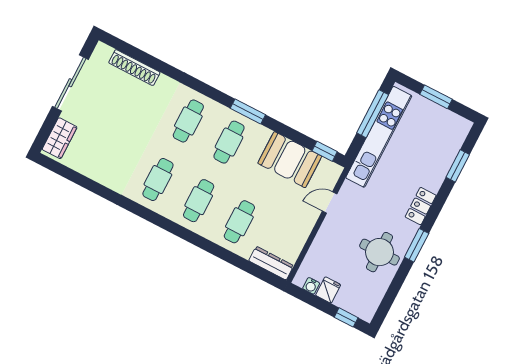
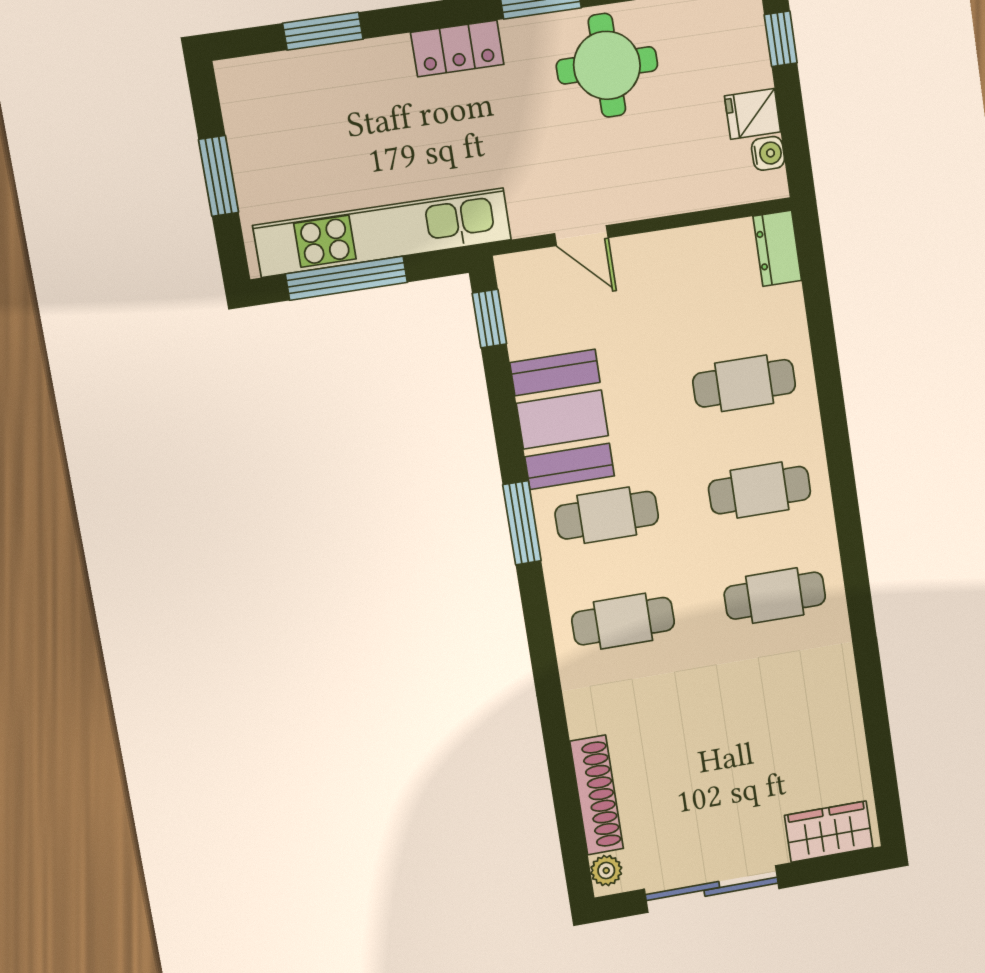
plant: (105, 51) -> (606, 871), added
booth: (290, 160) -> (562, 420), moved
dresser: (271, 263) -> (777, 248), width x0.70

